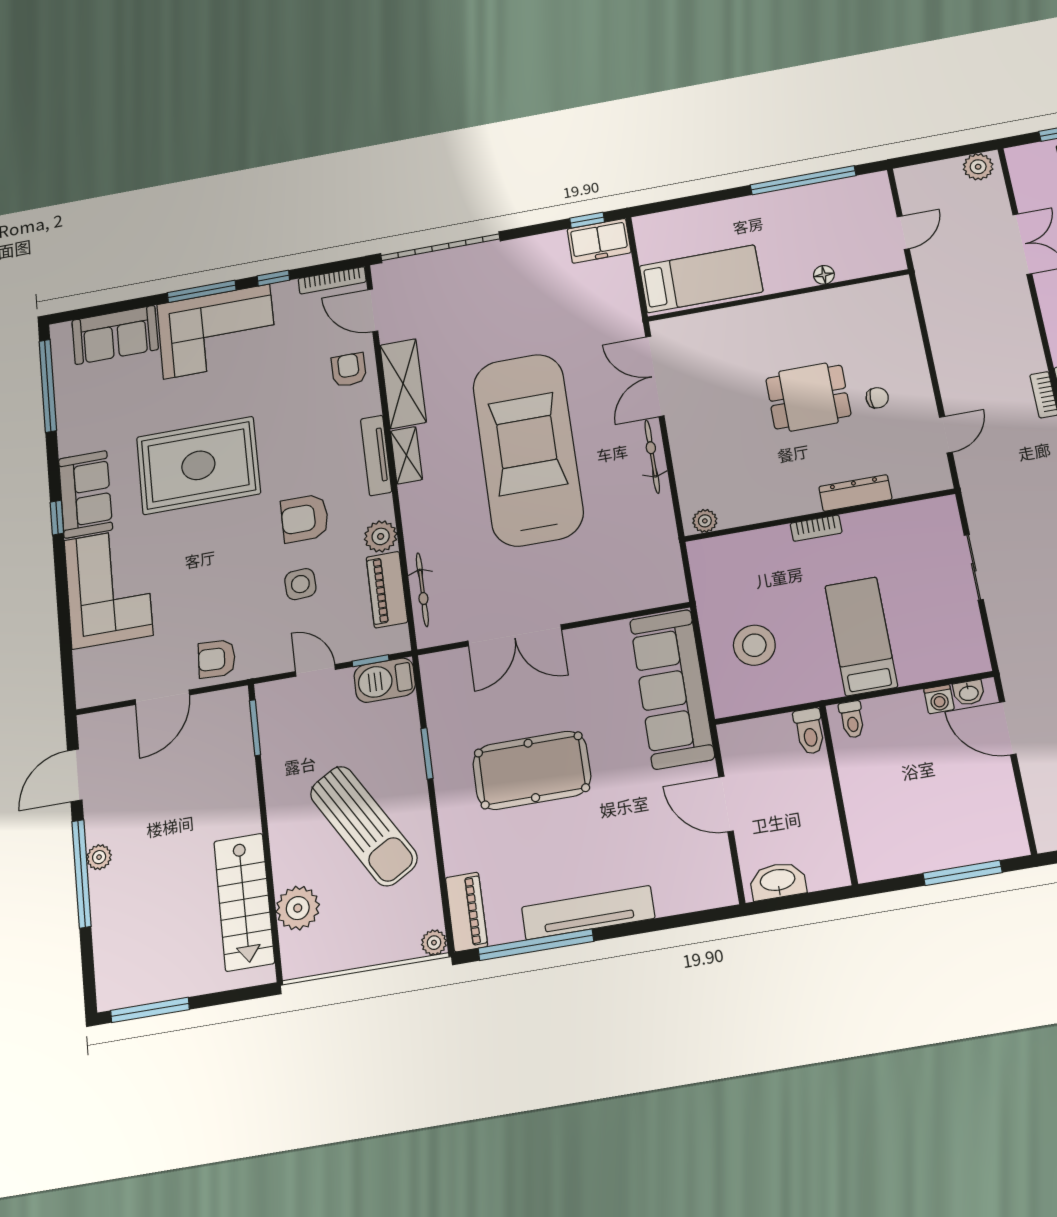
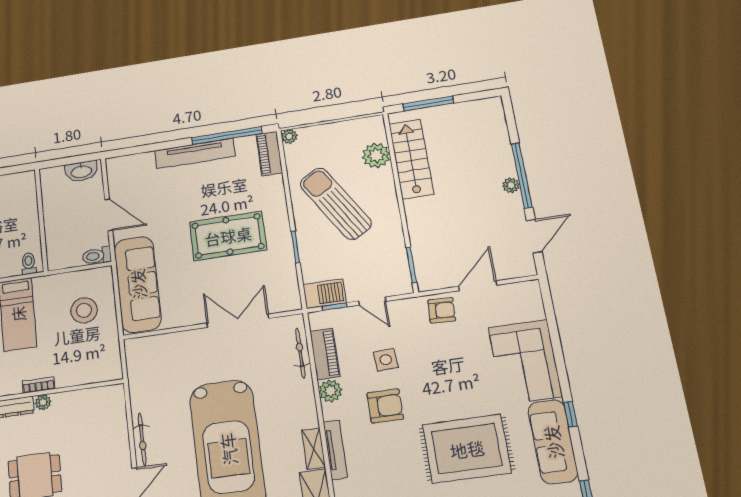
sofa: (85, 494) -> (553, 442), width x1.36
plant: (705, 521) -> (43, 402), moved
toilet: (809, 731) -> (97, 256), moved, turned -90
window: (150, 1010) -> (428, 103), moved

